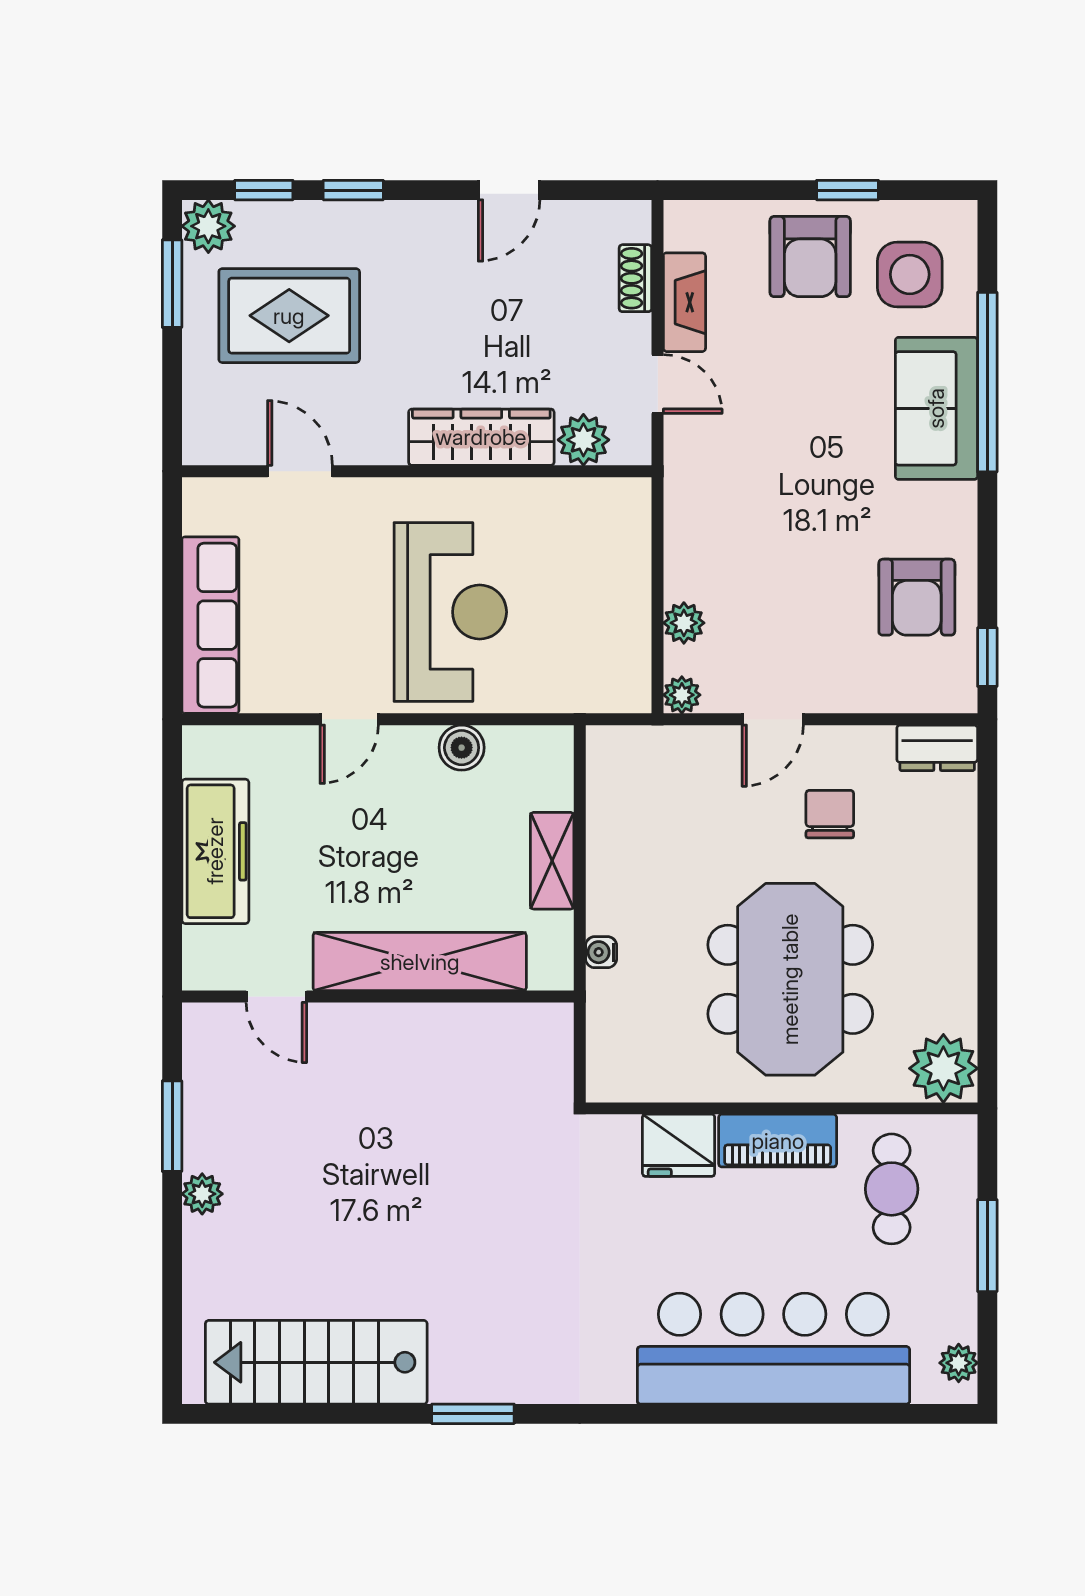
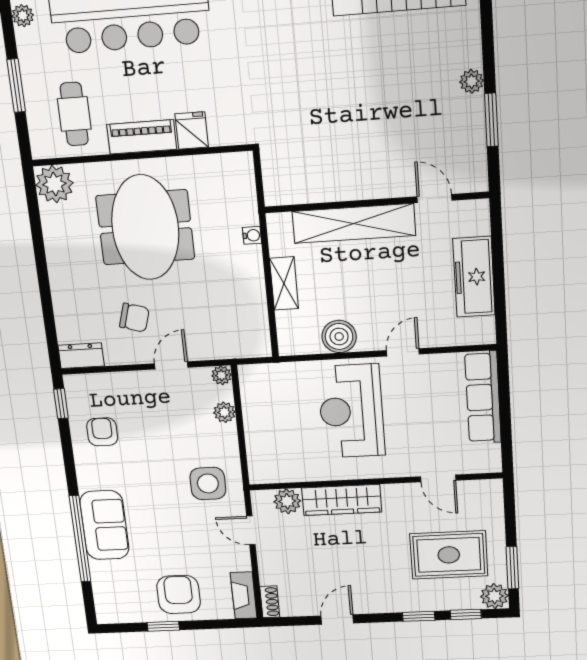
side table: (910, 274) -> (208, 483), moved
shoe rack: (635, 278) -> (270, 602), moved
fireplace: (684, 302) -> (244, 595), moved
armchair: (917, 597) -> (102, 432), width x0.72, depth x0.72
boiler: (462, 748) -> (339, 337), width x1.36, depth x1.36
chair: (830, 814) -> (134, 318), turned -74
fridge: (679, 1145) -> (192, 131), width x0.72

